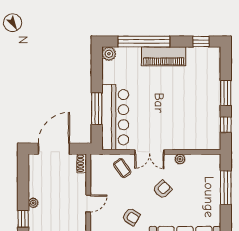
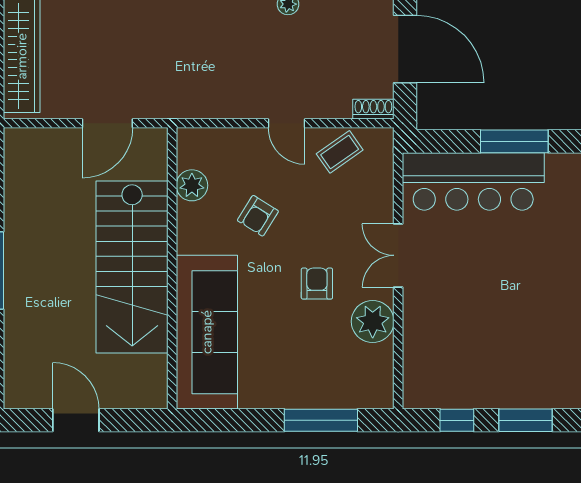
window: (97, 109) -> (514, 141), moved
plant: (180, 159) -> (373, 321), width x1.87, depth x1.87
coffee table: (122, 168) -> (340, 152), moved
armchair: (162, 189) -> (317, 284), turned -135

